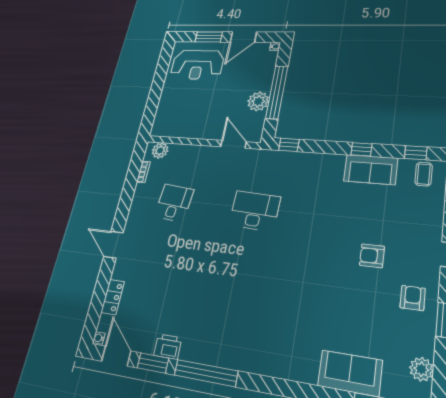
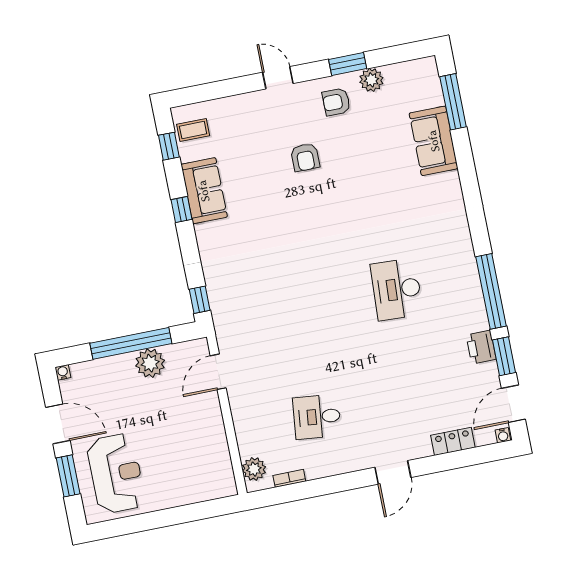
desk: (255, 211) -> (397, 289), moved
plant: (421, 369) -> (371, 80), moved

